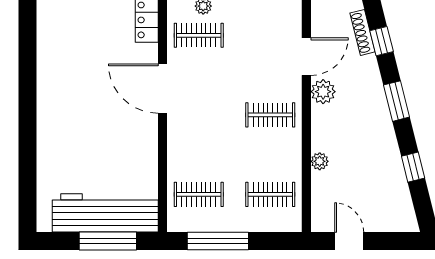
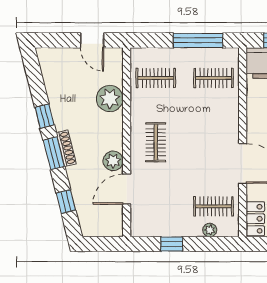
shoe rack: (363, 32) -> (66, 148), moved
clothes rail: (270, 115) -> (156, 142), turned 90
plant: (320, 161) -> (110, 98), width x1.88, depth x1.88
window: (413, 167) -> (45, 116), moved

